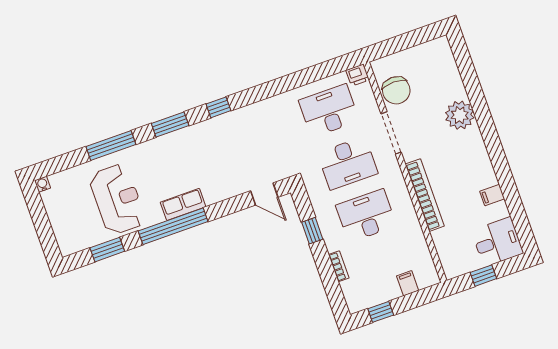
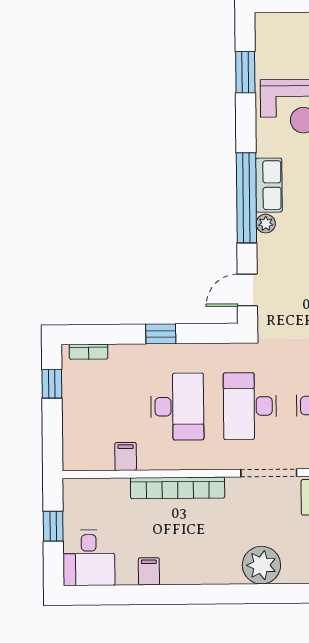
plant: (212, 197) -> (266, 224), added
window: (173, 226) -> (246, 198), moved
window: (312, 231) -> (161, 334), moved
bookcase: (339, 266) -> (89, 352), moved
filing cabinet: (408, 283) -> (126, 456), moved, turned -90

